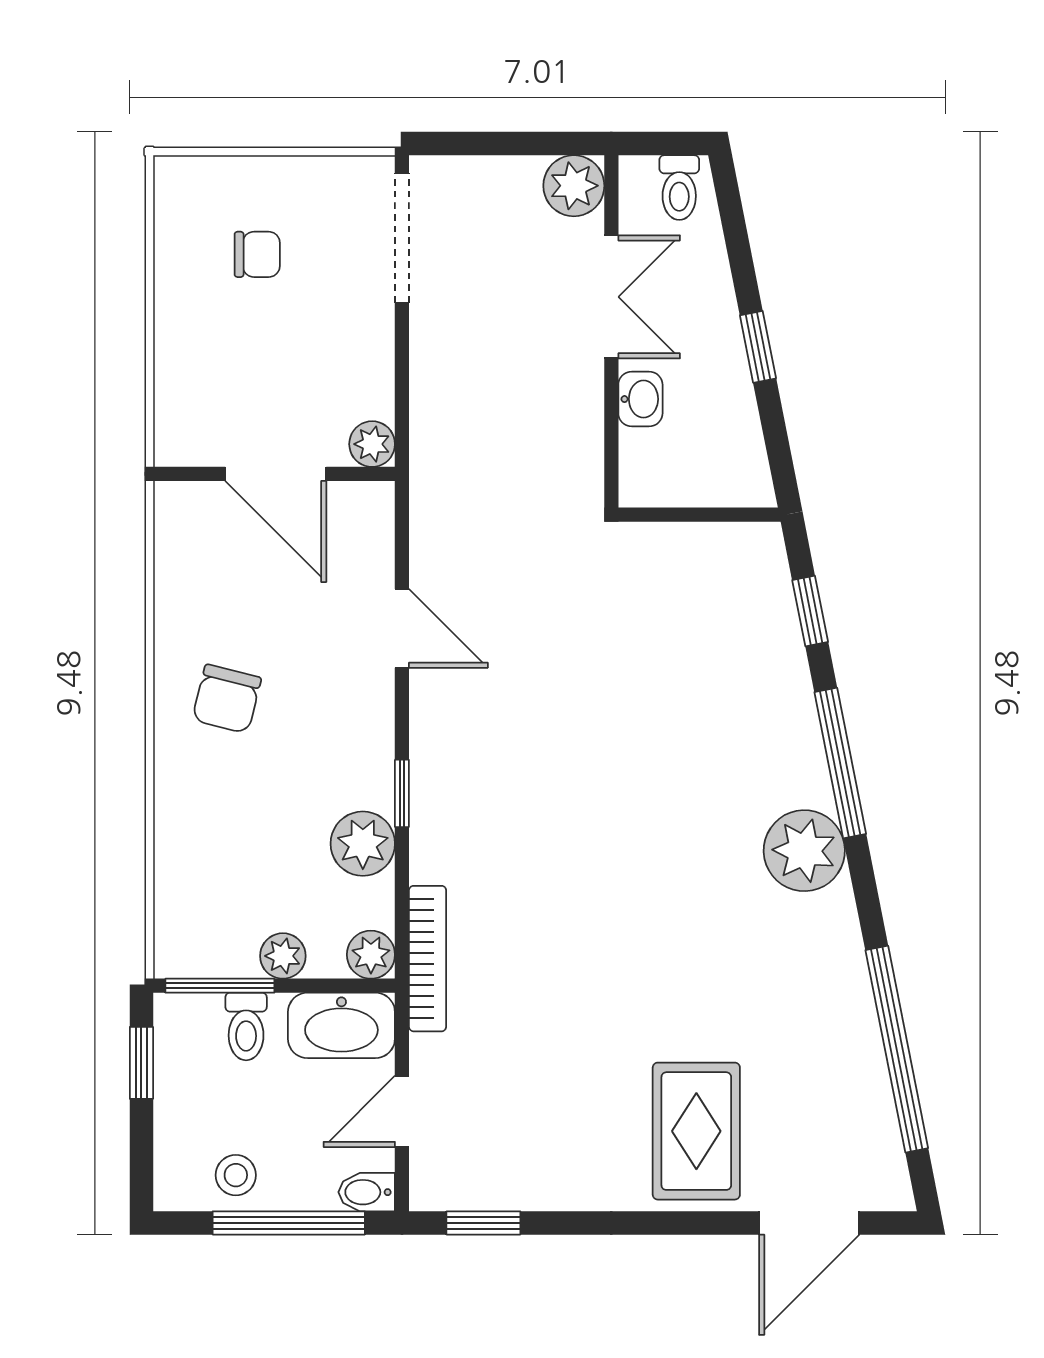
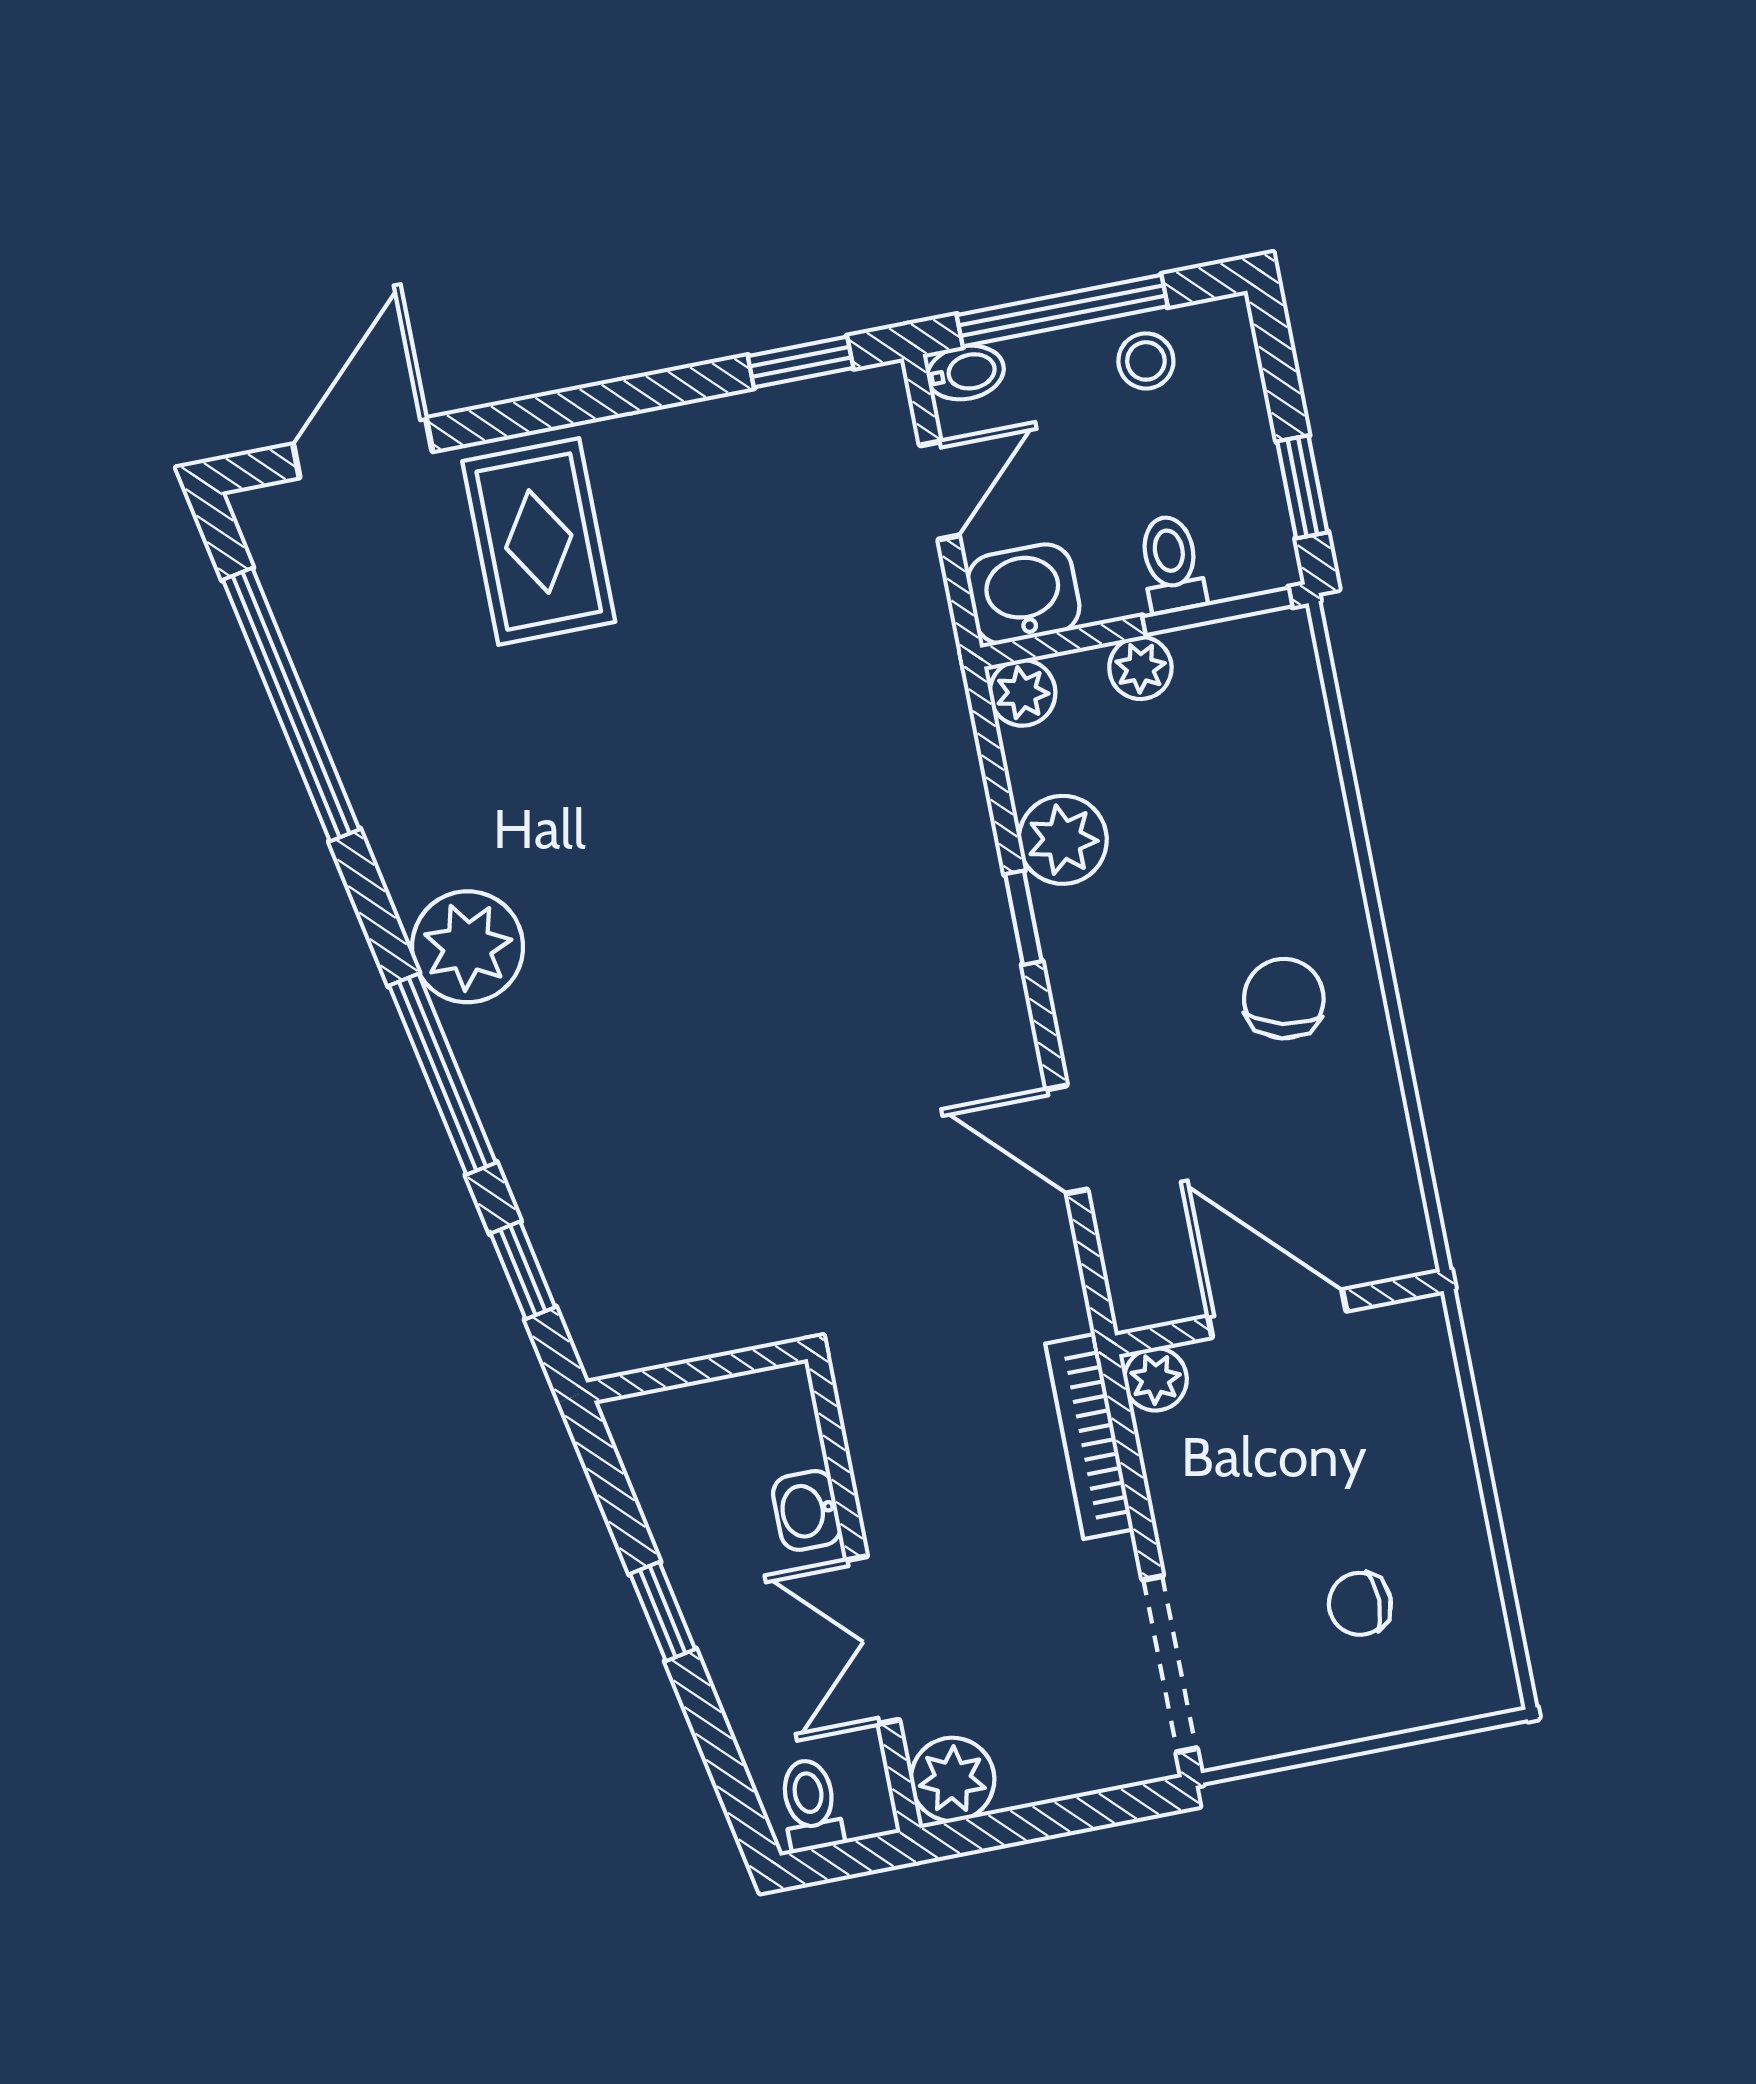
bookcase: (428, 959) -> (1089, 1436), moved
washbasin: (341, 1025) -> (1023, 594), width x0.72

